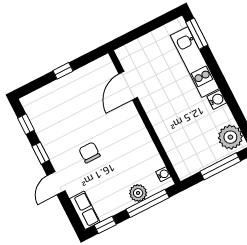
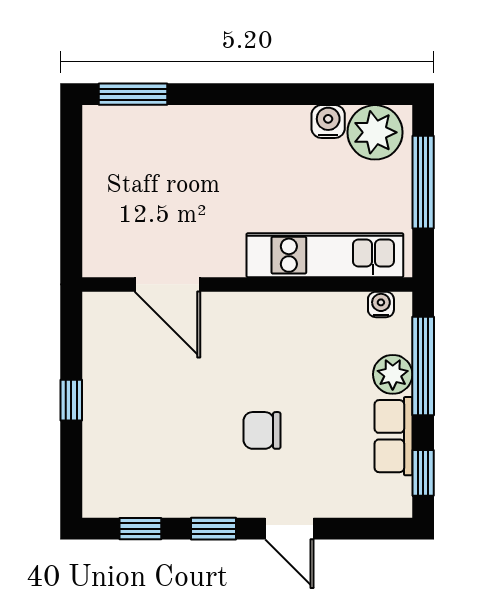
kitchen unit: (195, 62) -> (325, 255), moved, turned 180
water cooler: (217, 100) -> (328, 121), moved
row of seats: (85, 210) -> (394, 436), moved, turned -90

